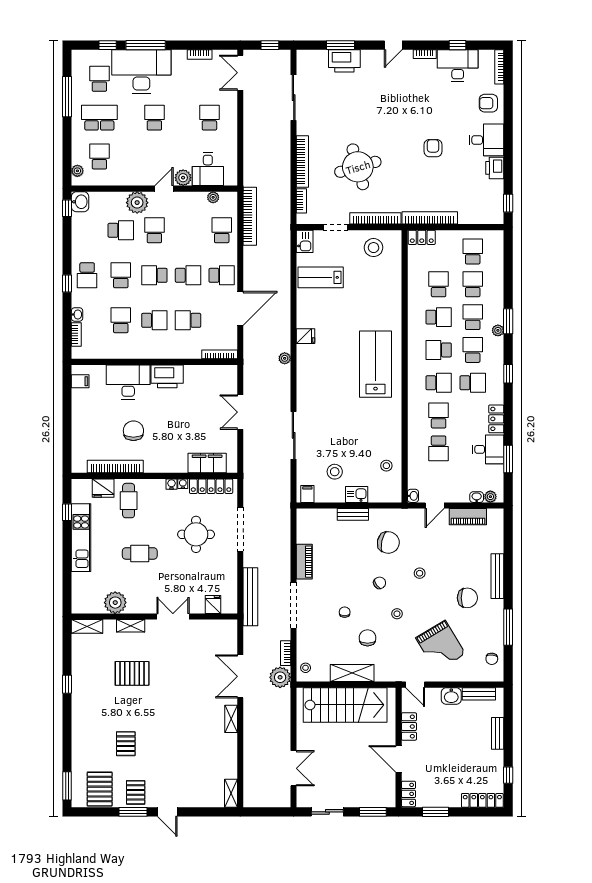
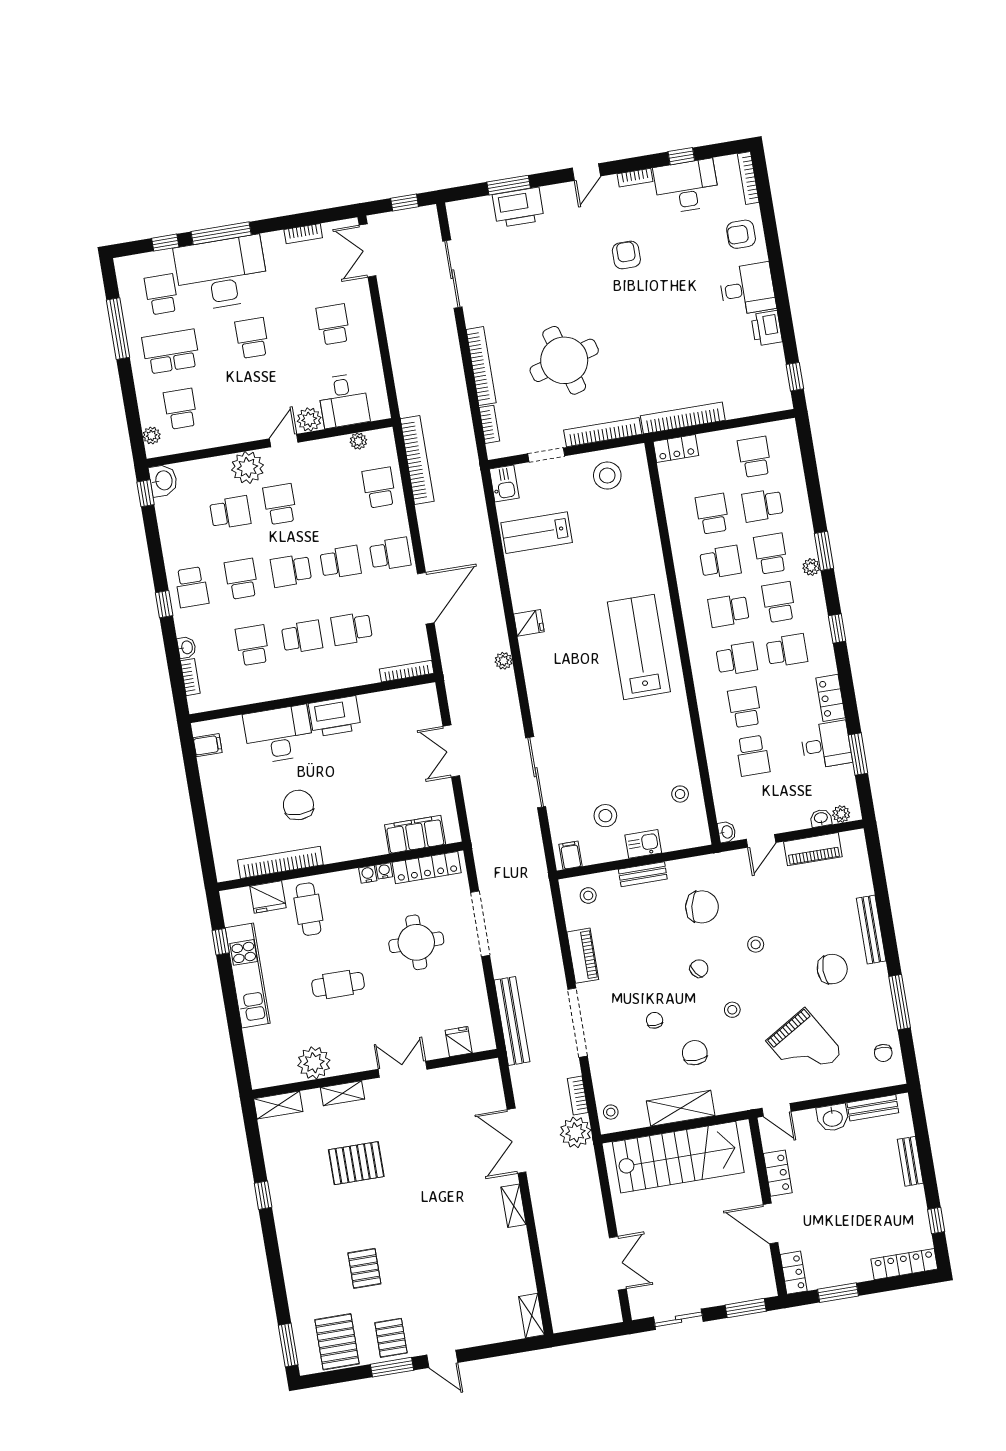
armchair: (433, 148) -> (626, 255), moved
school desk: (473, 284) -> (763, 505), turned -90
stool: (315, 522) -> (588, 895), added

